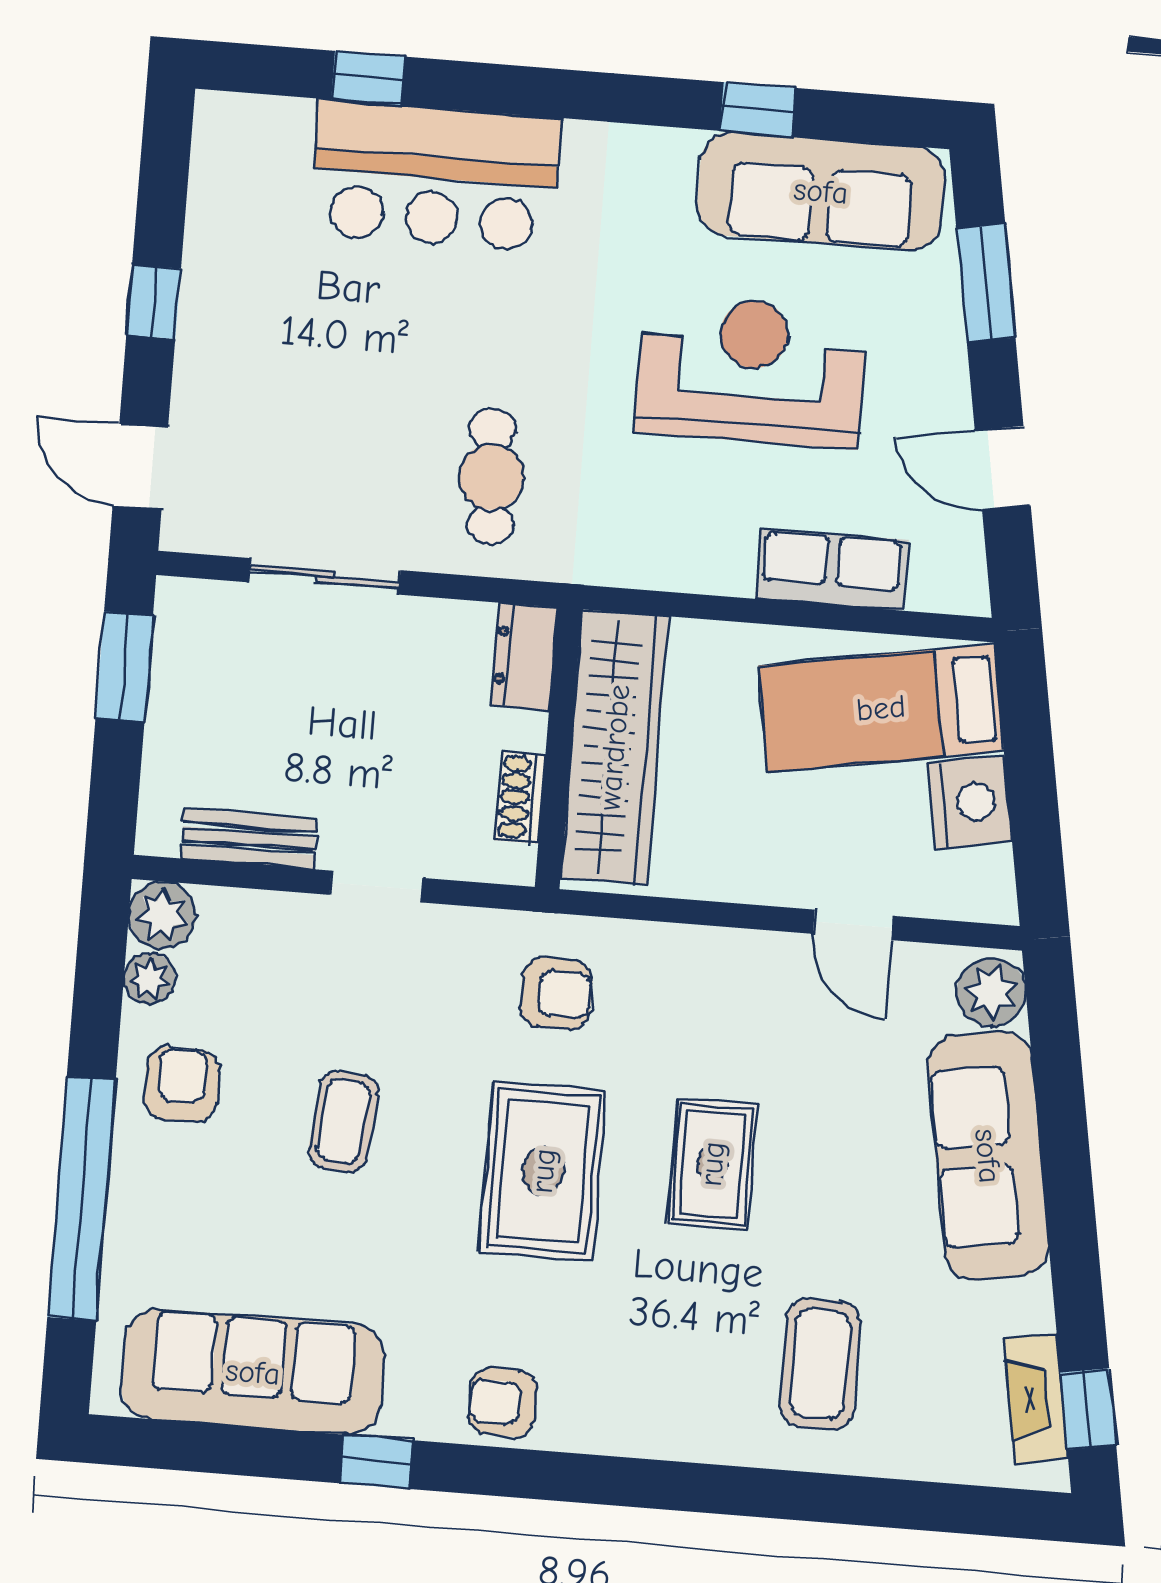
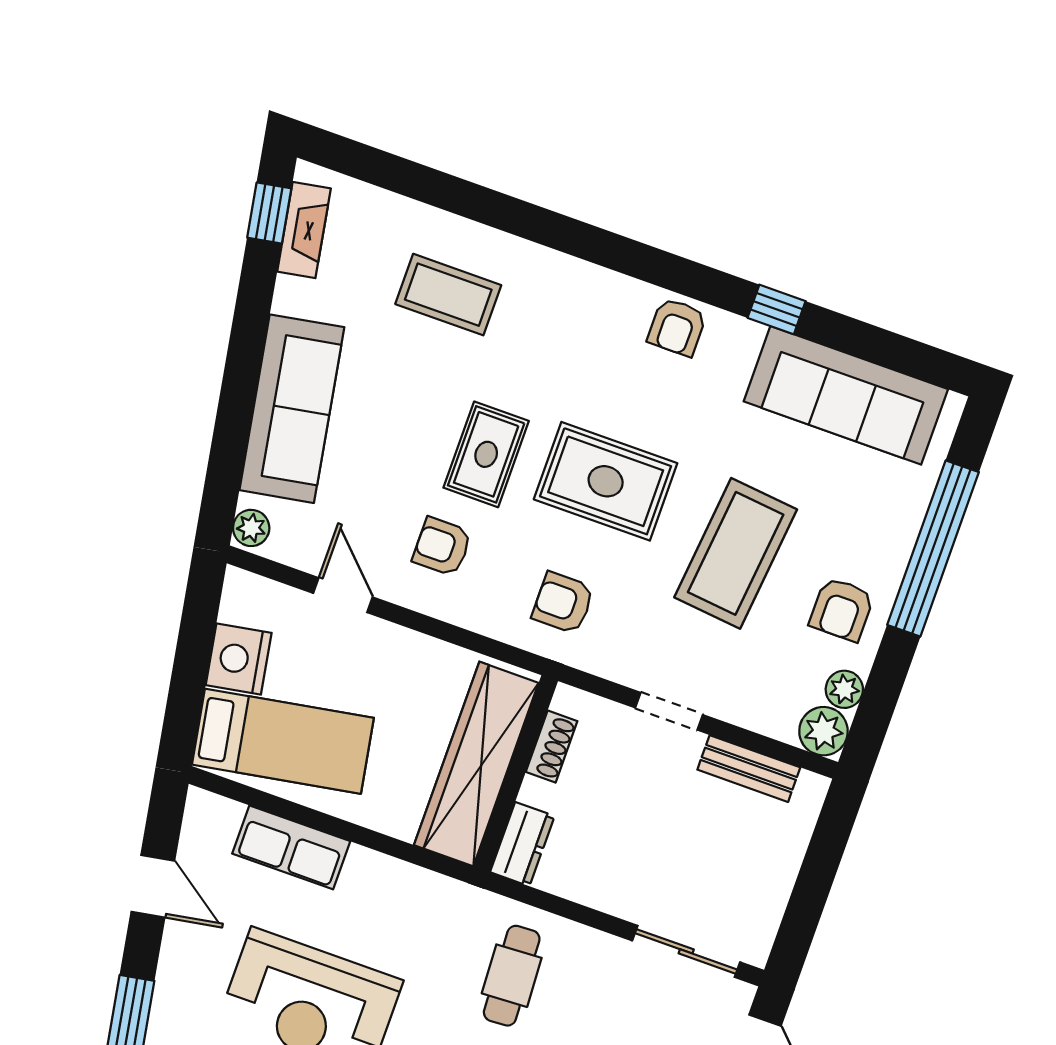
sliding door: (325, 576) -> (686, 951), moved
window: (124, 666) -> (804, 912), removed
plant: (991, 992) -> (251, 528), width x0.73, depth x0.73
armchair: (738, 1025) -> (442, 547), added
coffee table: (343, 1121) -> (736, 553), width x1.86, depth x1.72
rug: (543, 1171) -> (606, 481), turned 90
coffee table: (820, 1364) -> (448, 295), turned 90
armchair: (503, 1402) -> (677, 327), turned 90

